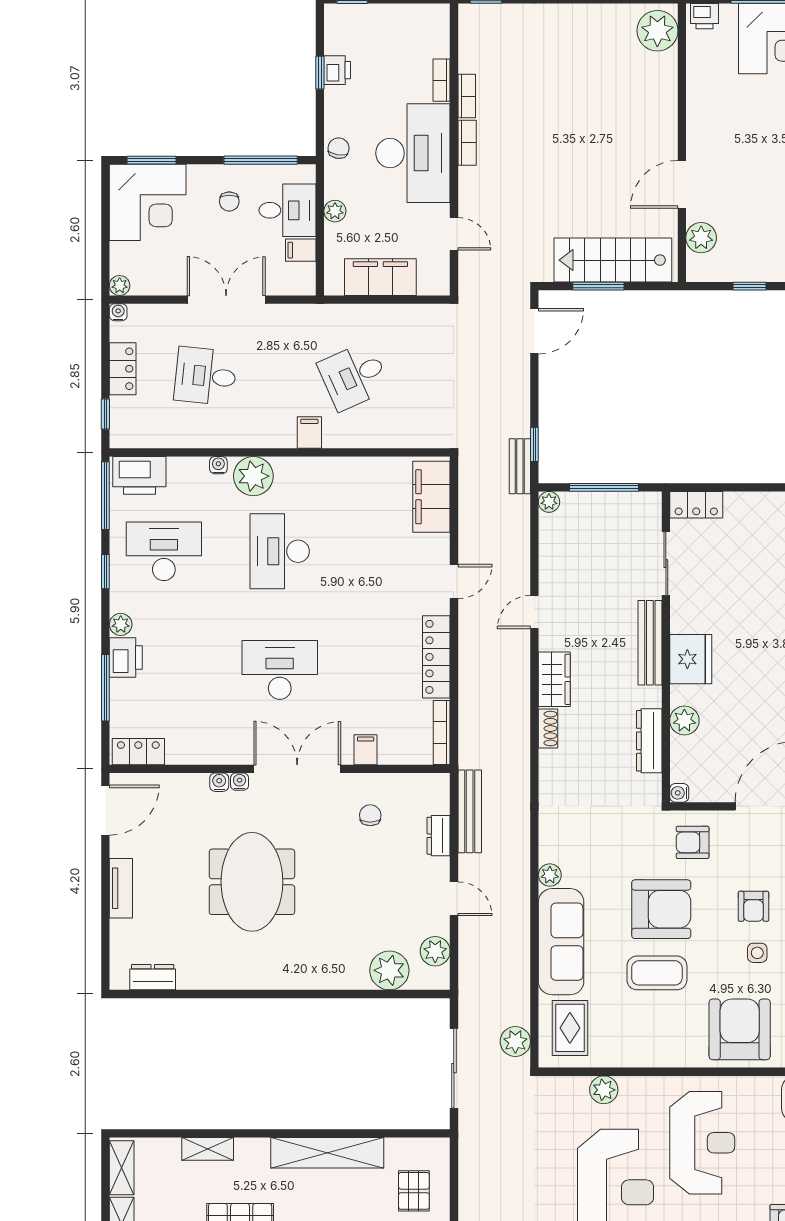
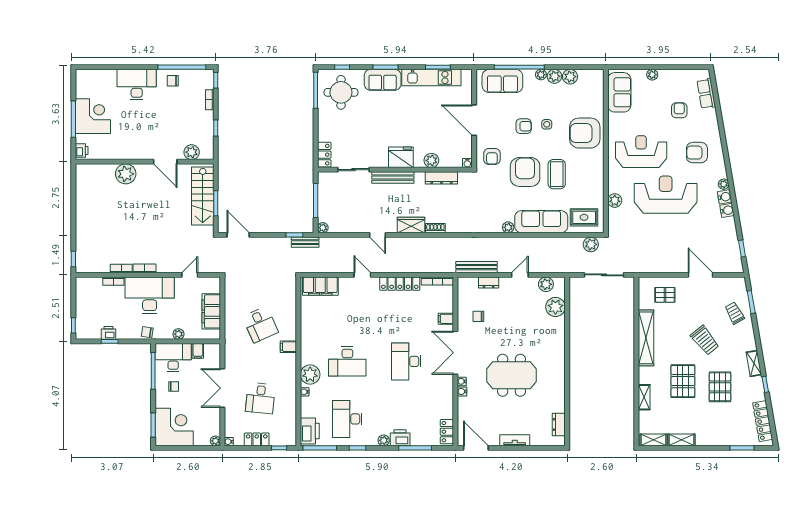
plant: (657, 31) -> (126, 174), moved
desk: (287, 210) -> (173, 358), width x1.37

